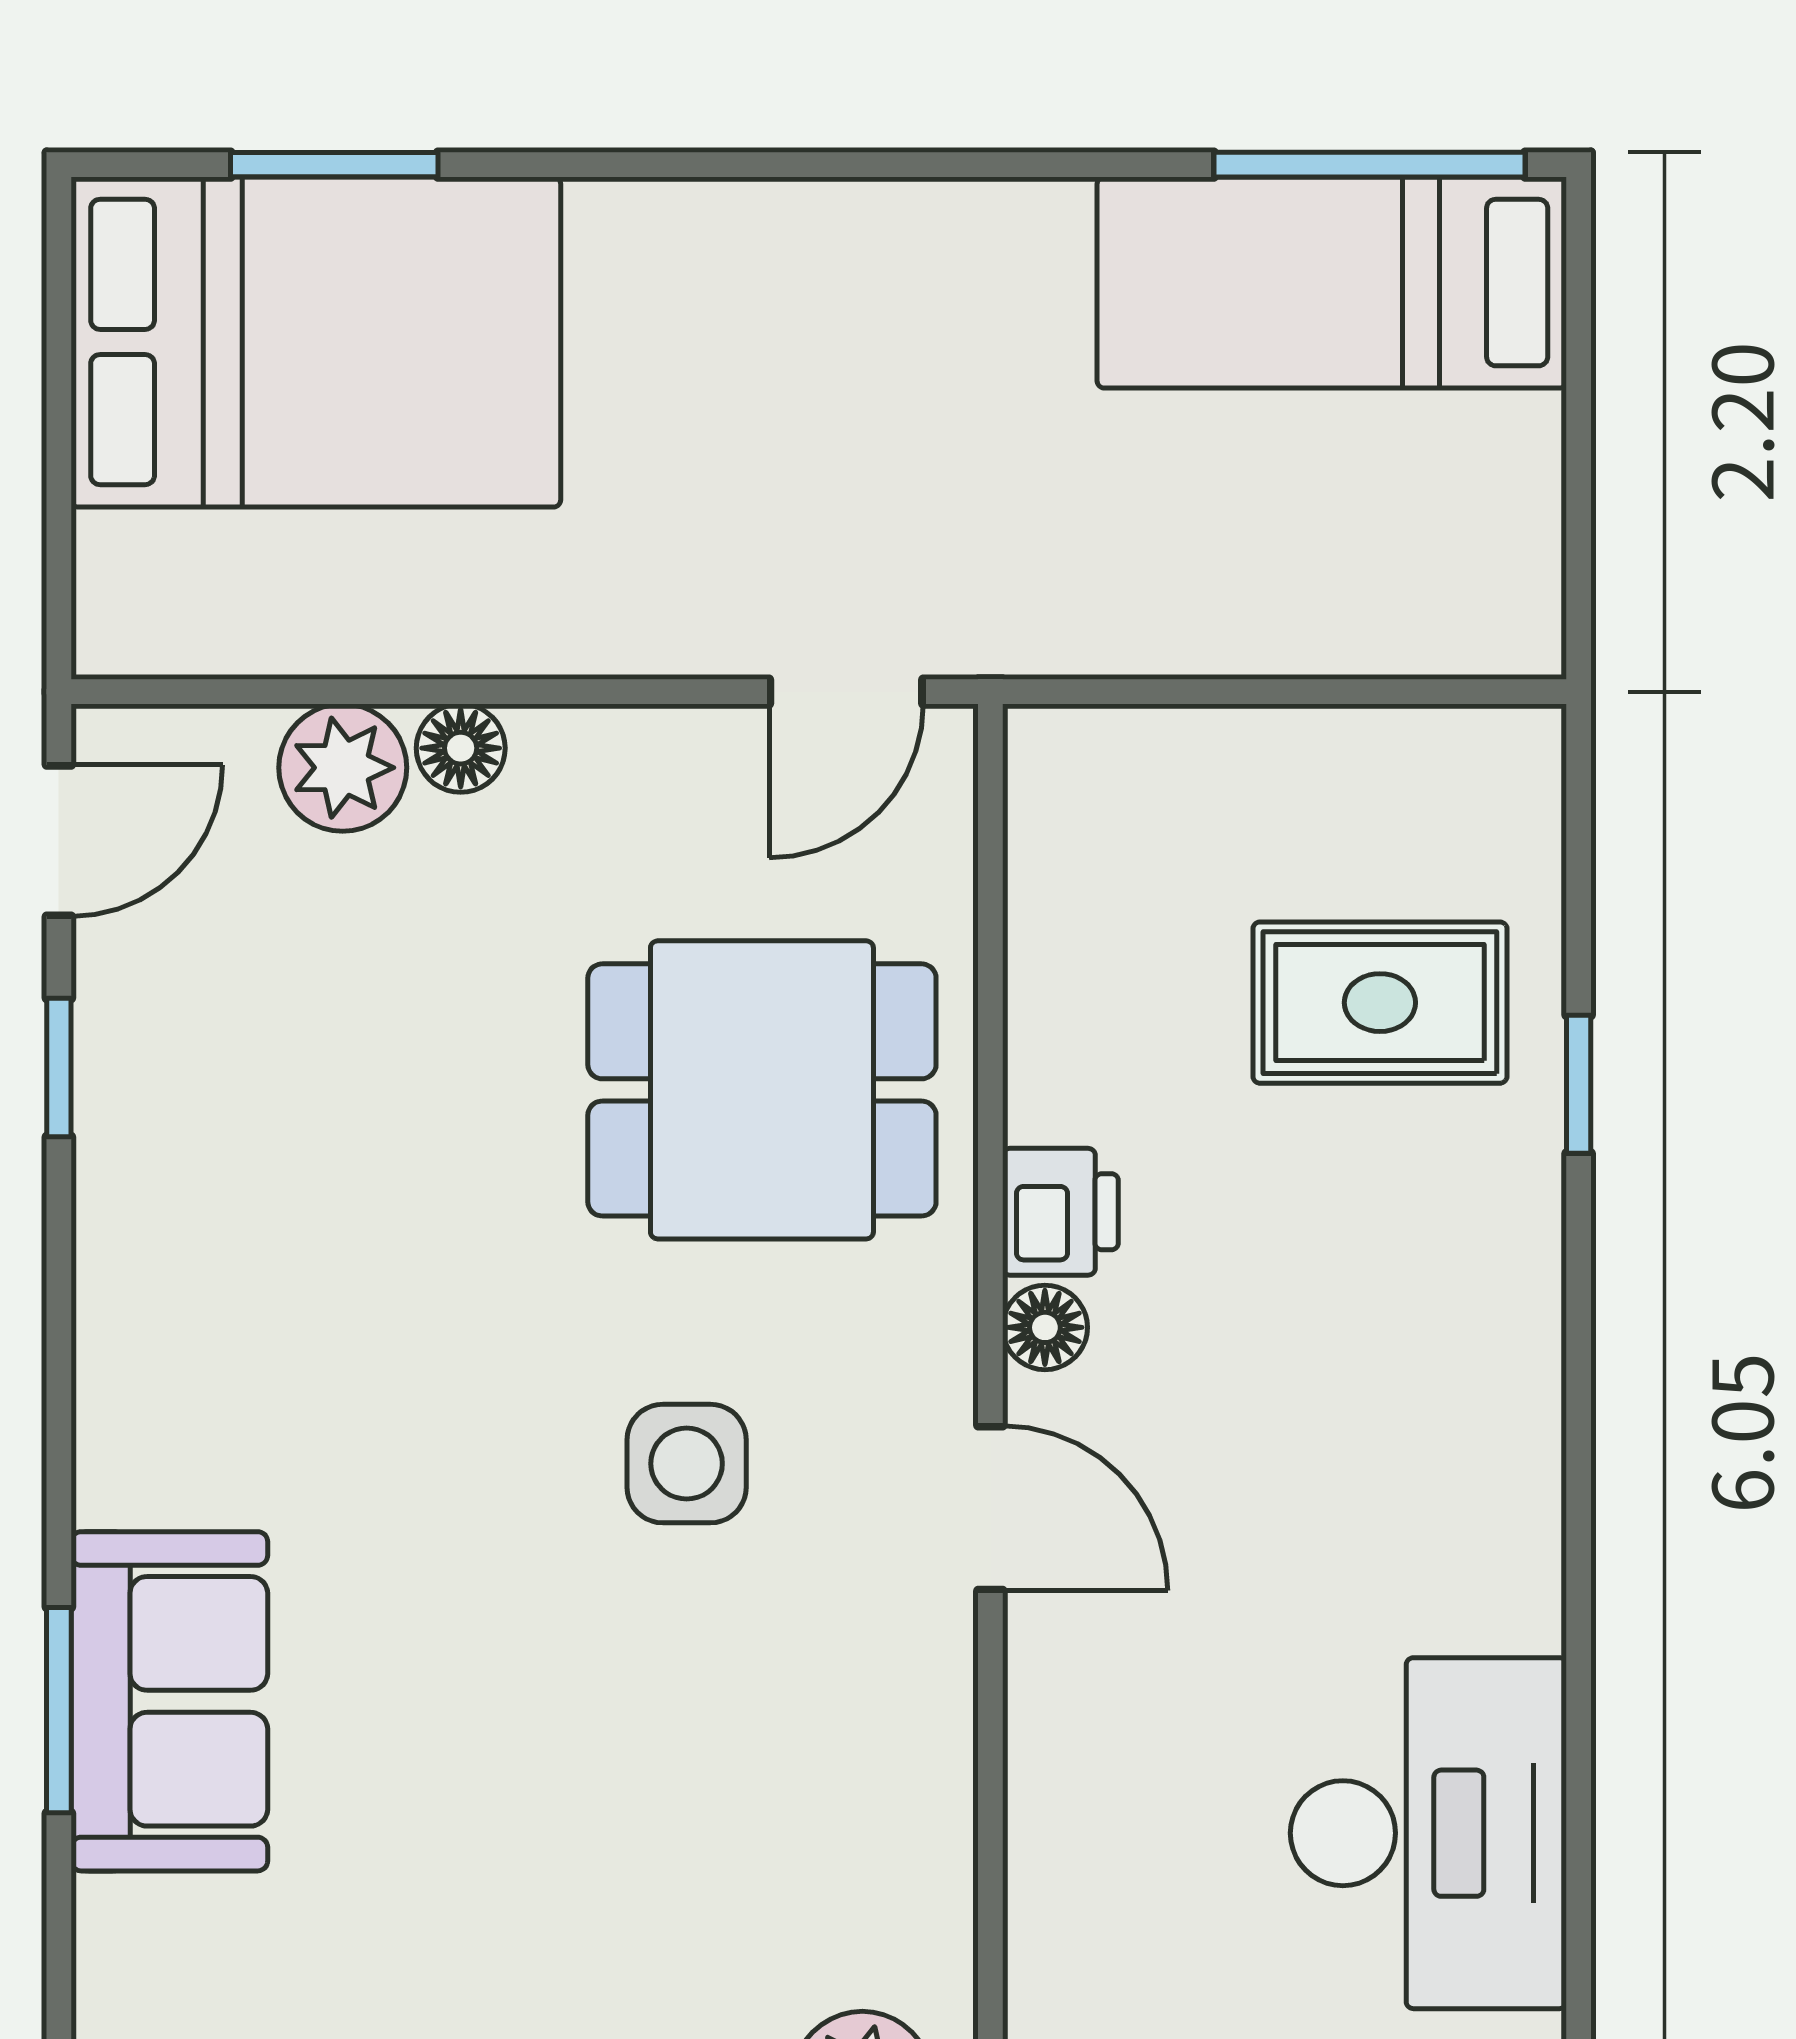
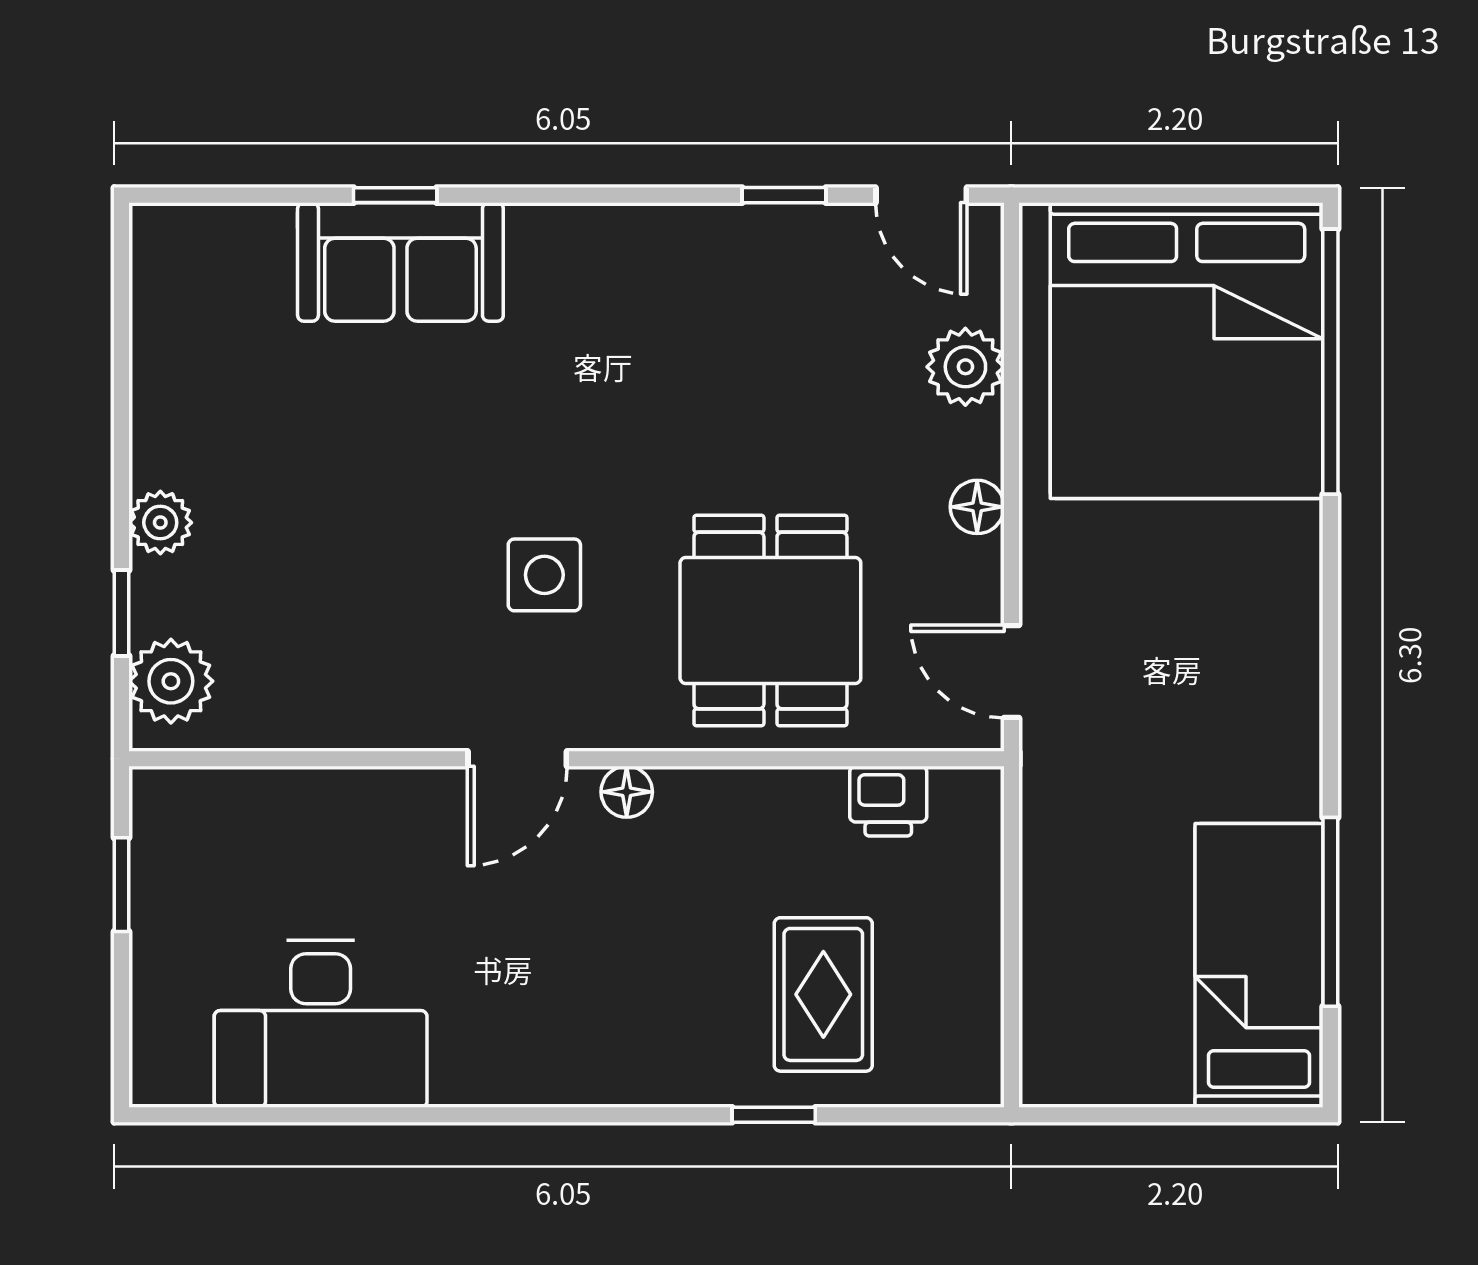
window: (334, 165) -> (1330, 362), width x2.11
window: (1369, 165) -> (1330, 912), moved
bed: (316, 342) -> (1187, 351), width x1.36
floor lamp: (461, 748) -> (977, 507), moved
printer: (1060, 1212) -> (888, 801), moved
window: (59, 1710) -> (395, 195), width x0.67

